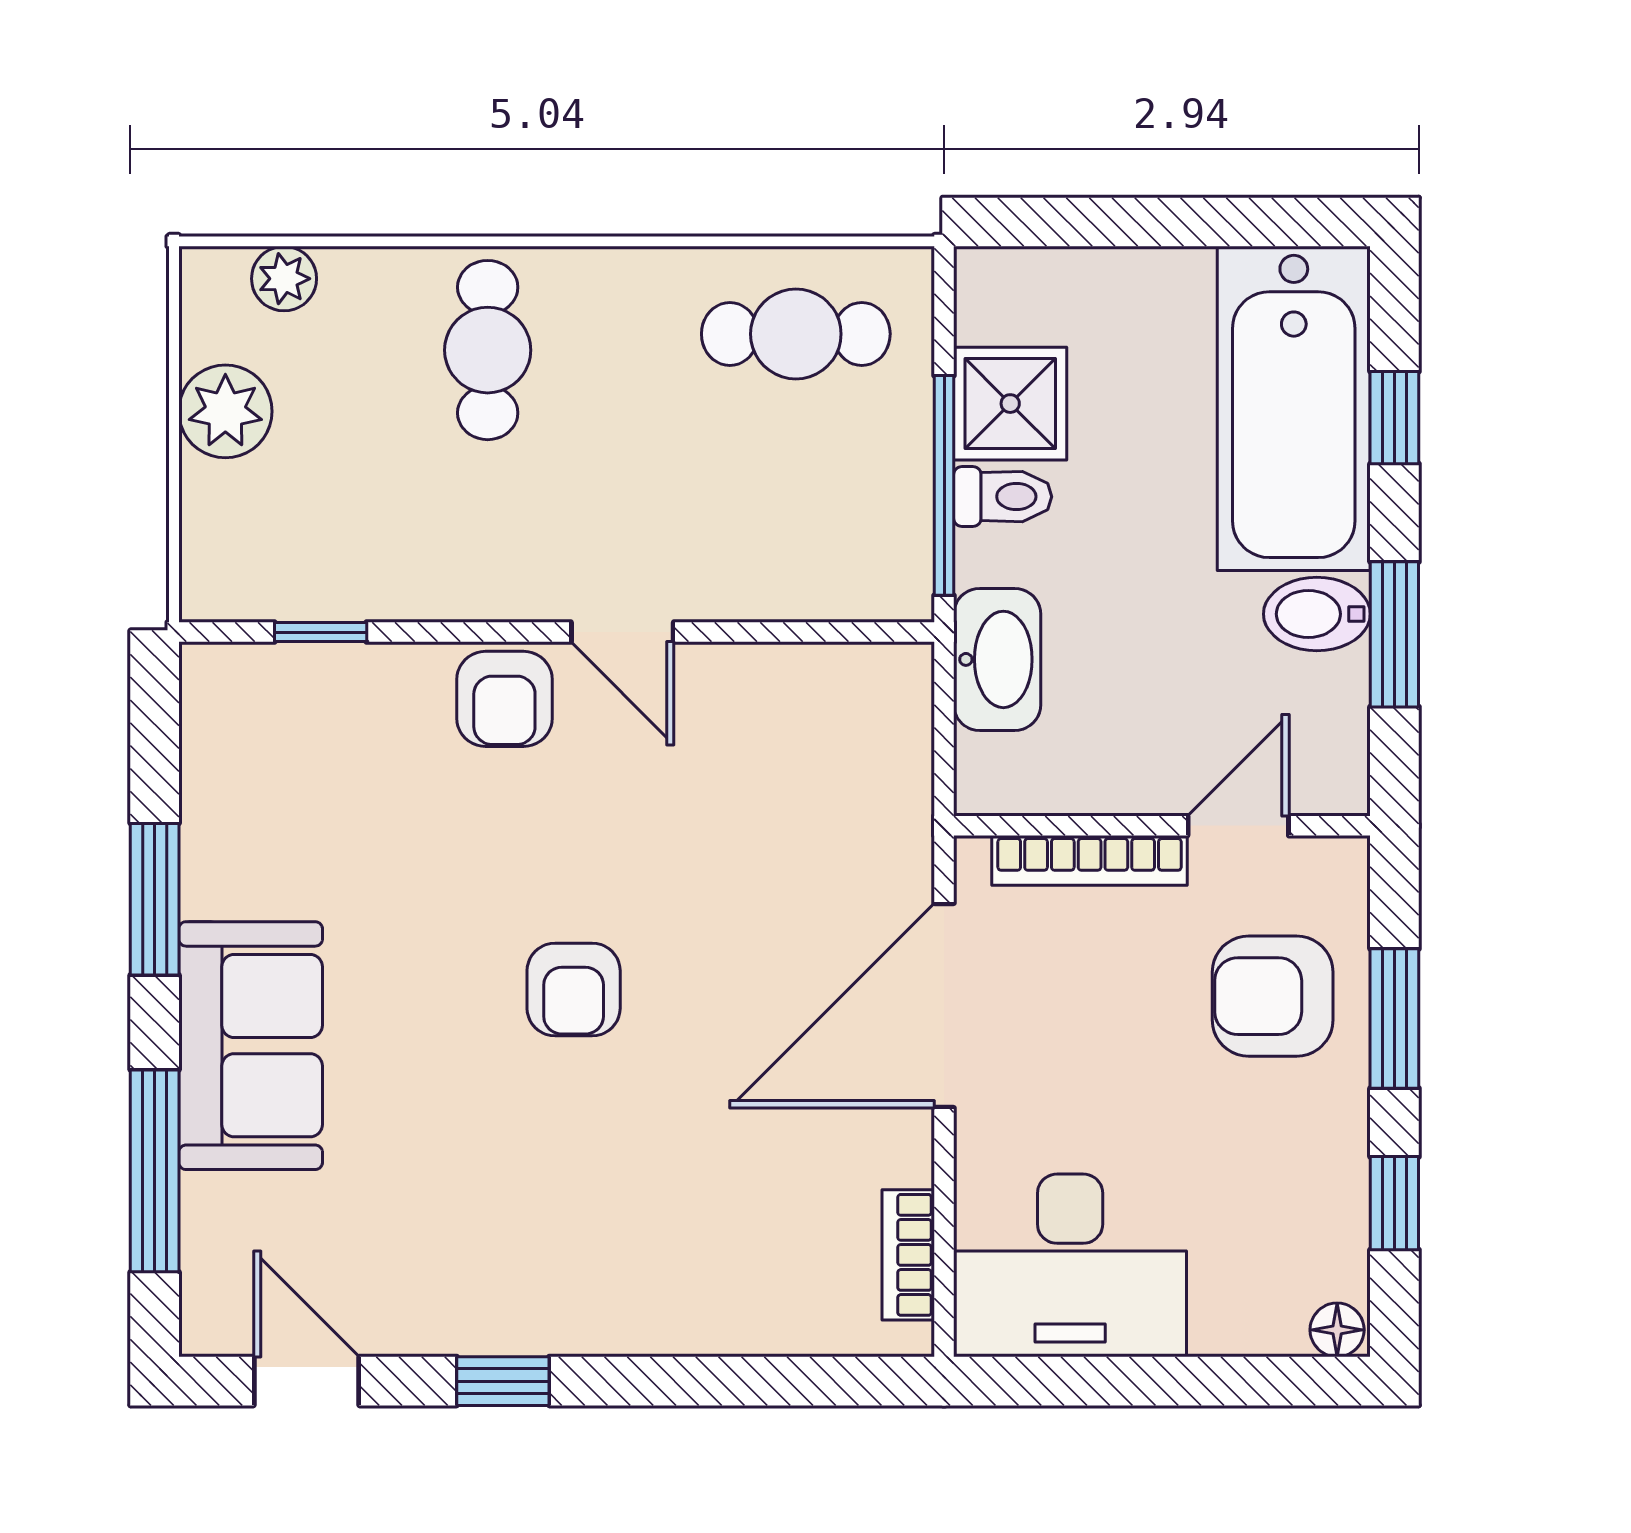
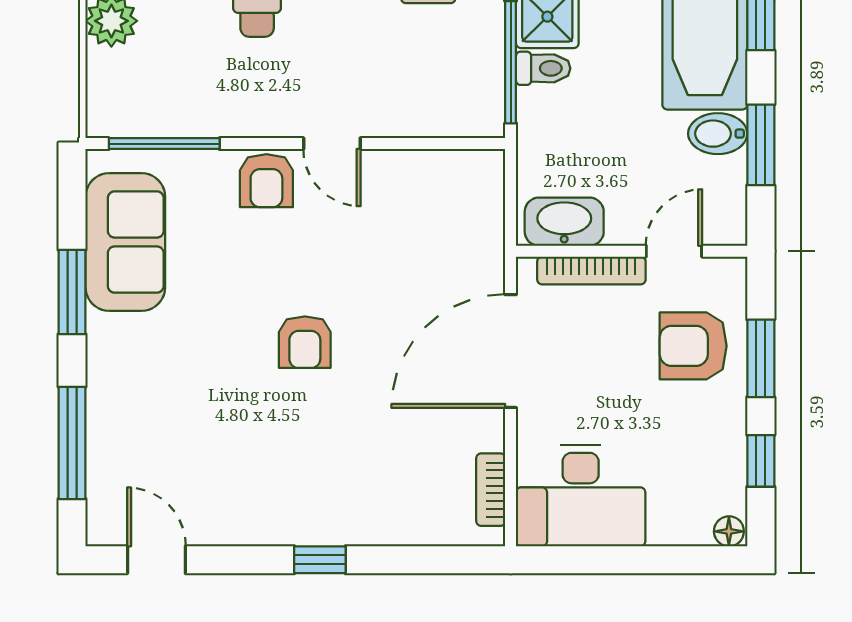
window: (321, 632) -> (164, 144), width x2.17
washbasin: (997, 659) -> (564, 222), moved, turned -90
sofa: (251, 1046) -> (125, 242), moved
window: (503, 1381) -> (320, 560), moved

